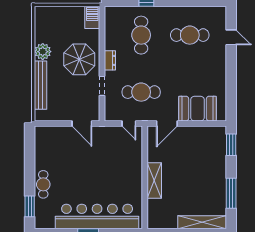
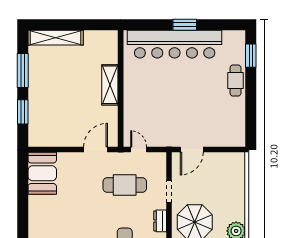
bench: (40, 85) -> (239, 193), removed
booth: (198, 109) -> (42, 173), moved, turned 90
door: (82, 123) -> (192, 150), swing flipped
window: (231, 145) -> (23, 112), moved

